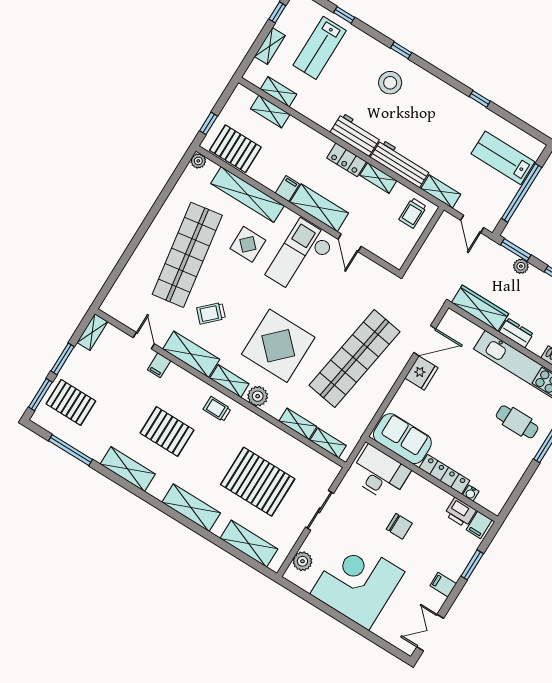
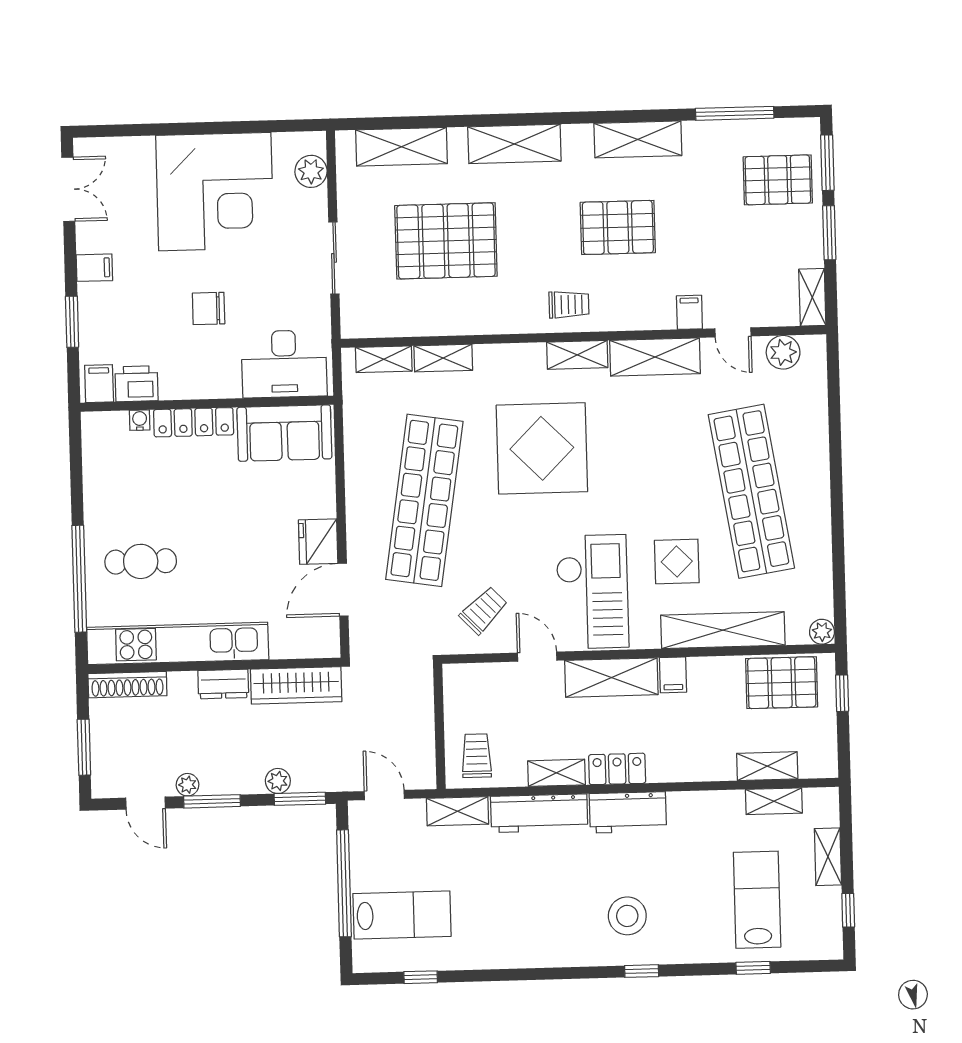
window: (480, 99) -> (421, 977), moved
trolley: (211, 313) -> (483, 610), moved
plant: (258, 396) -> (783, 352), moved

